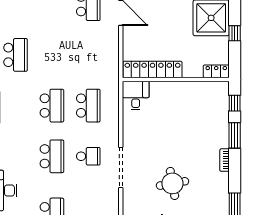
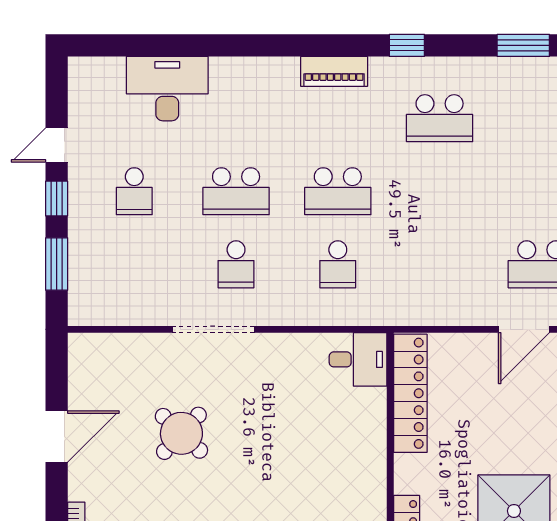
school desk: (88, 106) -> (338, 264), width x0.54
round table: (172, 183) -> (181, 433), turned -37

